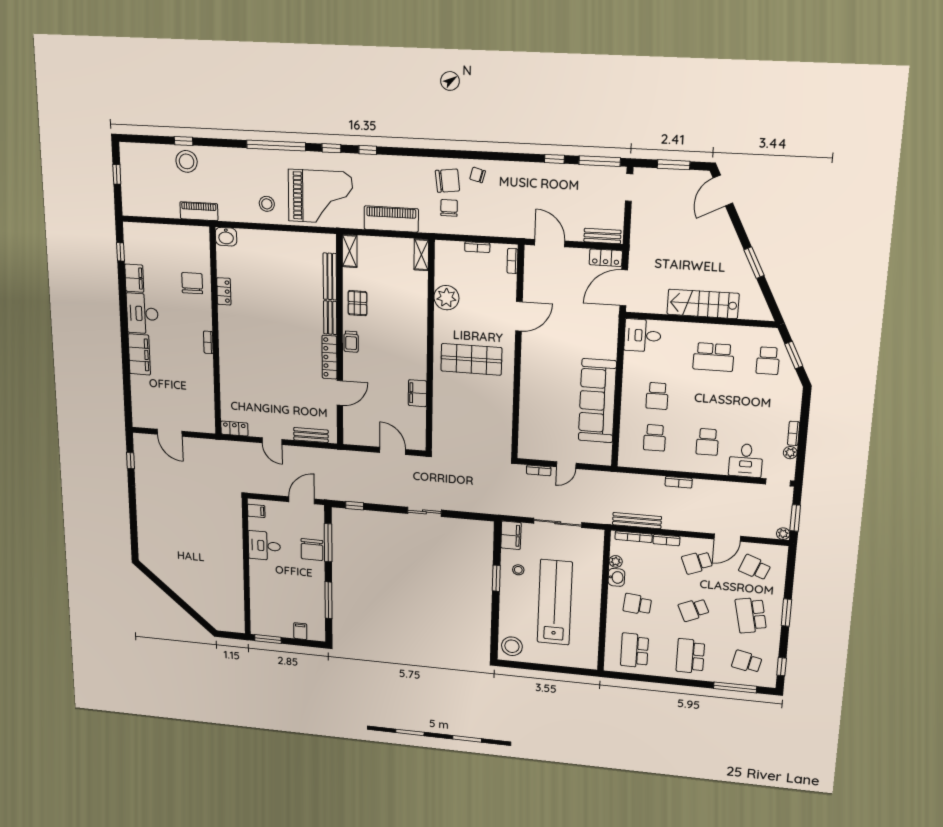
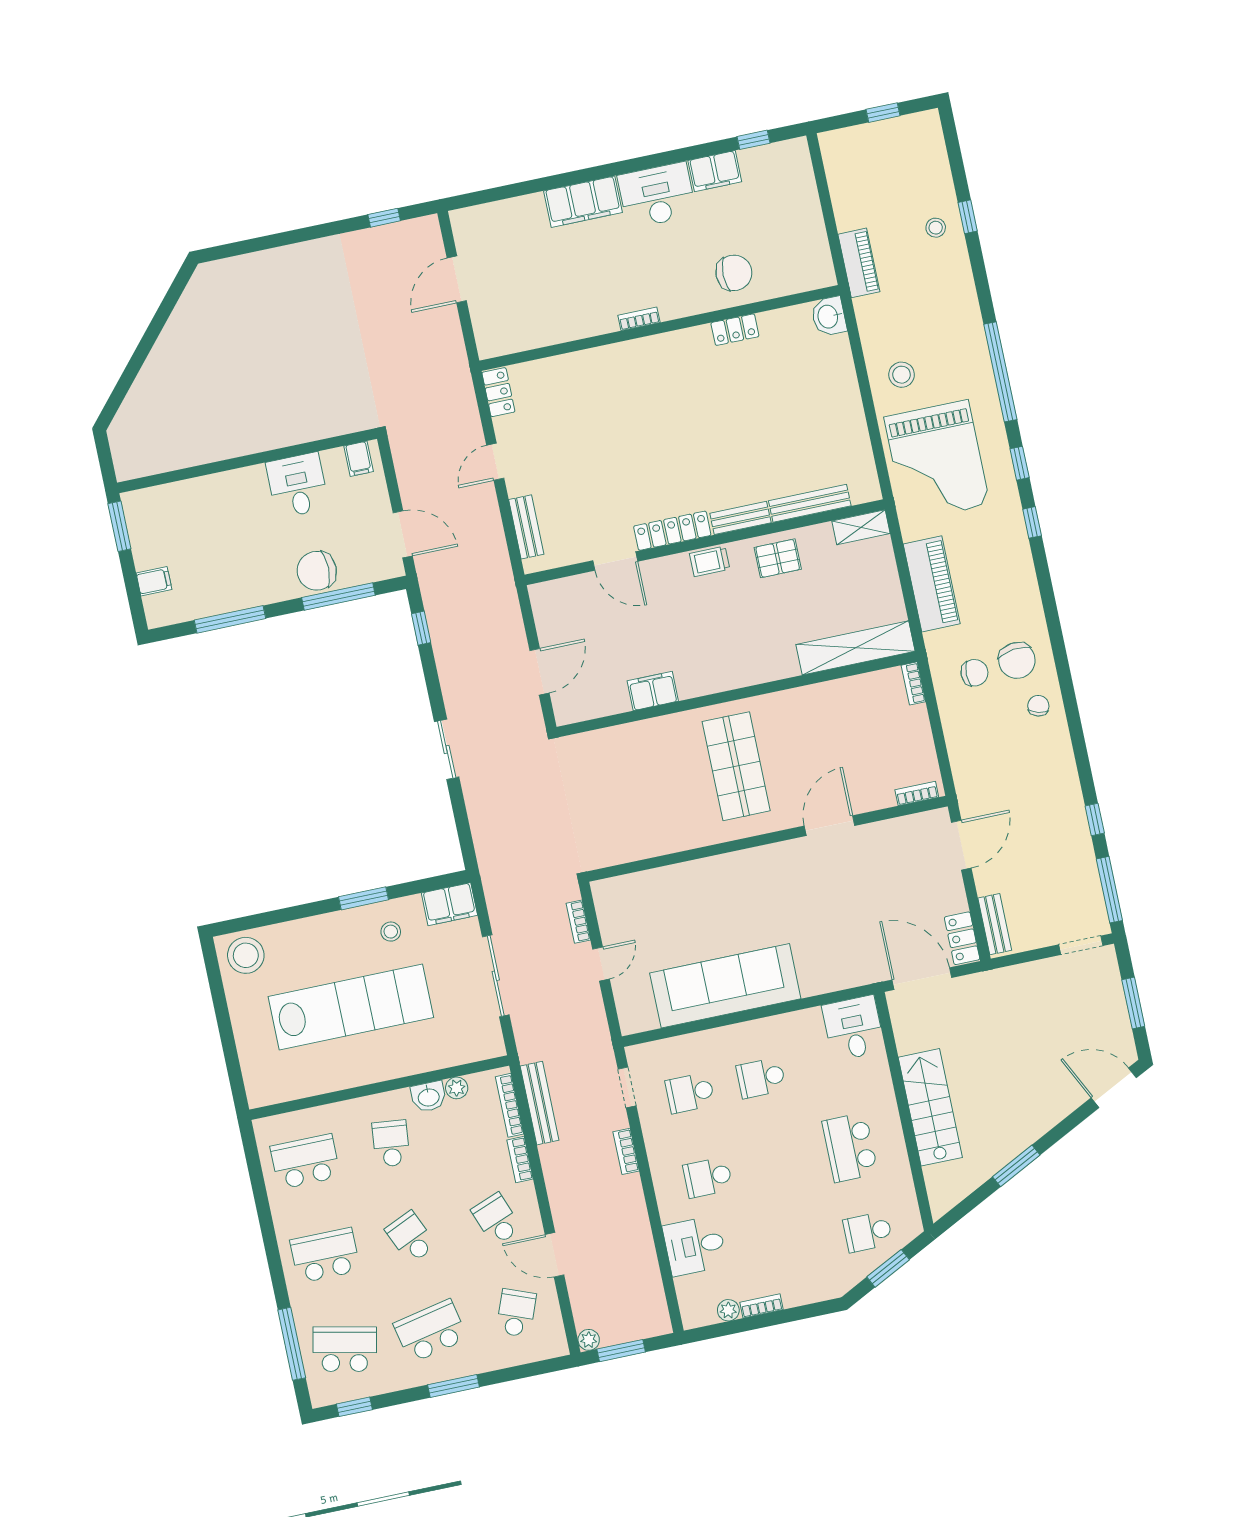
stool: (187, 161) -> (936, 228), width x0.53, depth x0.53
bookcase: (477, 247) -> (913, 683), moved
shelving: (421, 255) -> (855, 648), width x2.20, depth x1.33
plant: (446, 298) -> (828, 702), removed
door: (519, 316) -> (830, 826), swing flipped
door: (566, 465) -> (601, 964), swing flipped
doorway: (778, 482) -> (627, 1087), moved
school desk: (747, 662) -> (345, 1349), width x1.85

